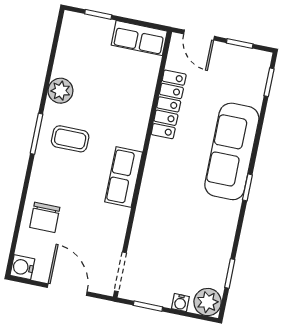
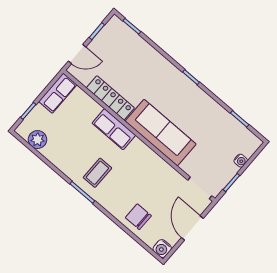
plant: (60, 91) -> (38, 140), moved
sofa: (232, 151) -> (161, 133), moved, turned 180
row of seats: (124, 177) -> (114, 129), moved
chair: (45, 217) -> (138, 217), turned 180
door: (67, 290) -> (192, 228), hinge flipped
plant: (208, 302) -> (250, 143), removed

